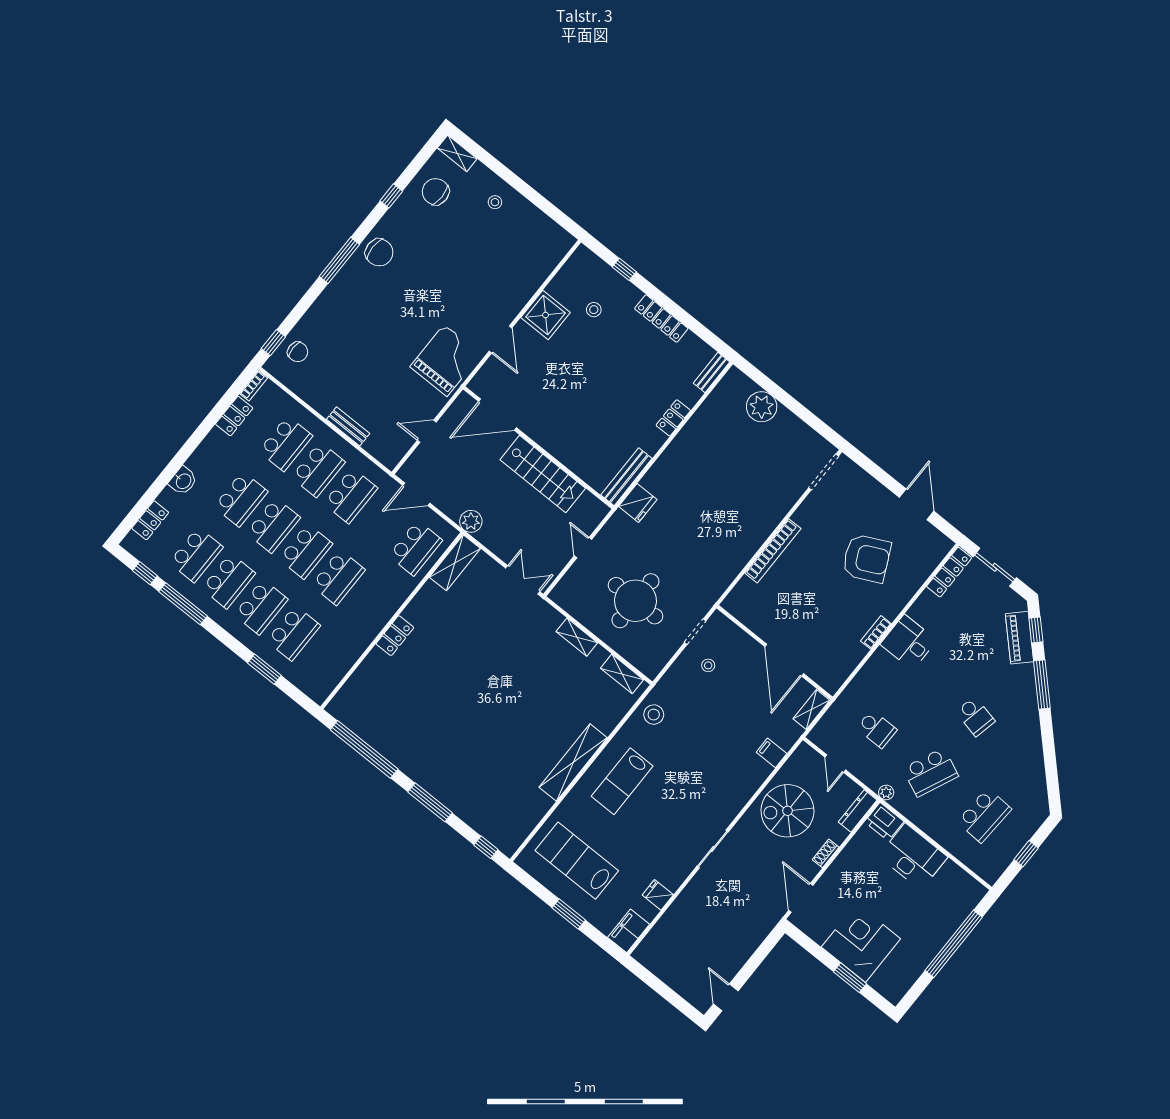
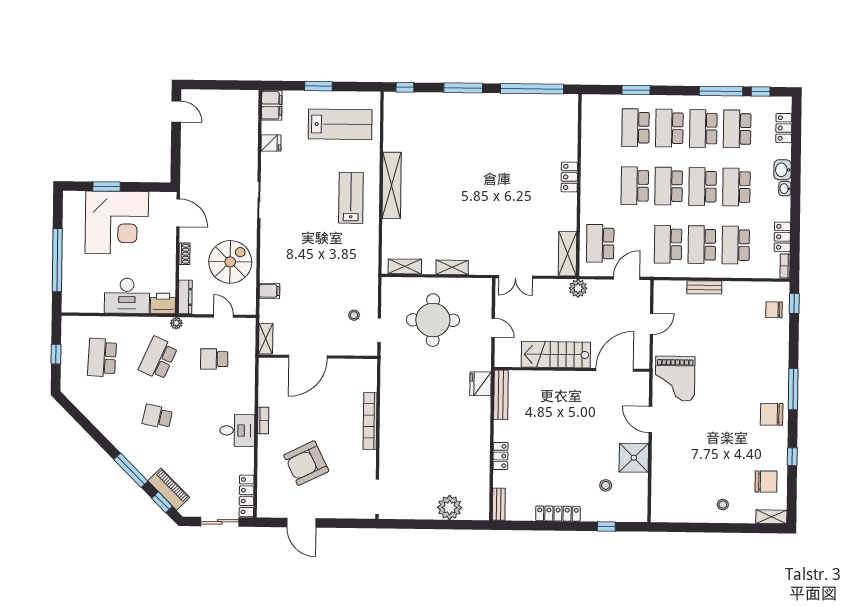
washbasin: (195, 461) -> (785, 189), added
door: (784, 660) -> (308, 357), swing flipped
stool: (654, 715) -> (364, 256), removed
corner desk: (861, 943) -> (117, 223), width x1.36, depth x1.36

